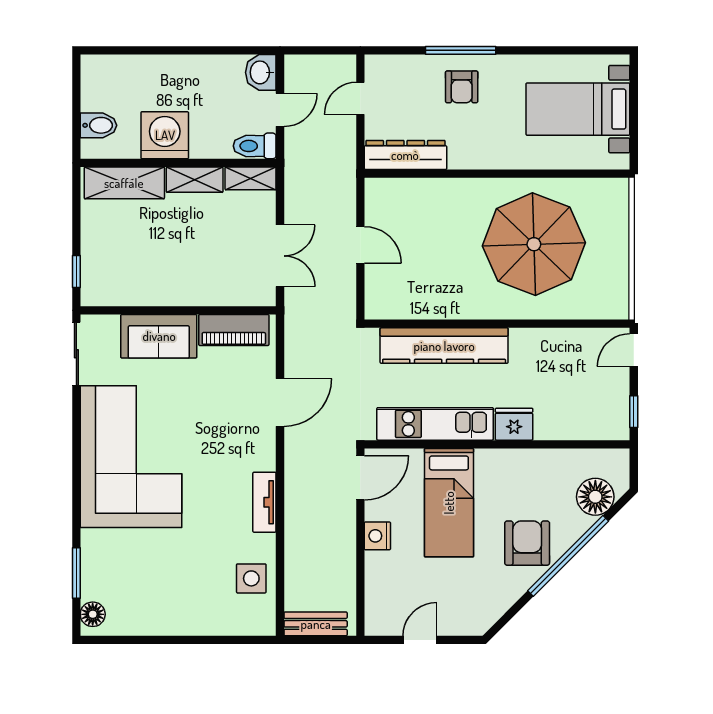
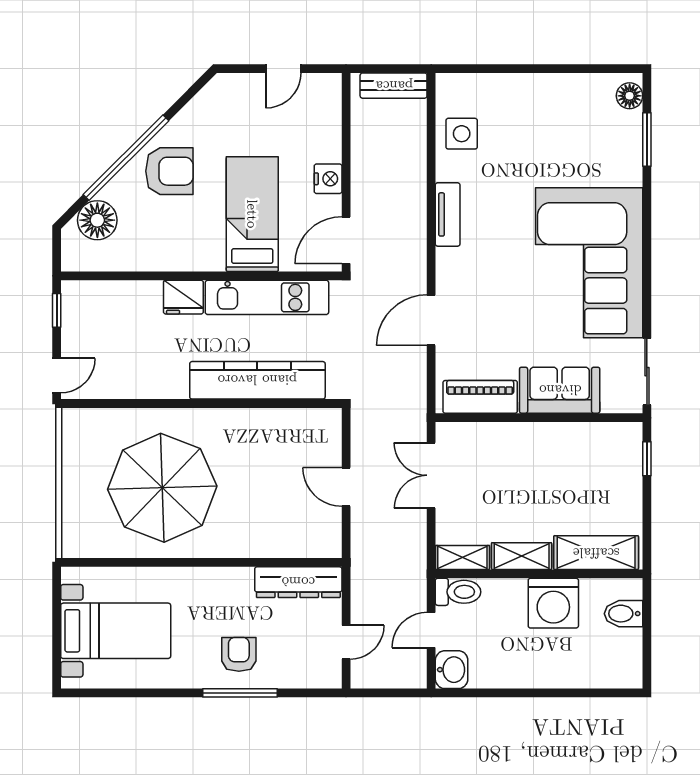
armchair: (527, 543) -> (169, 171), turned -90

